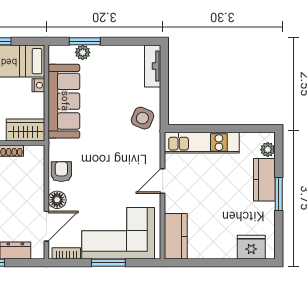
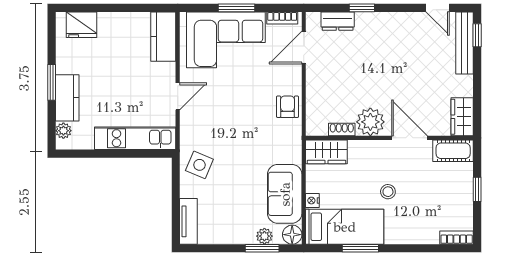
sofa: (64, 101) -> (285, 194), width x0.73
armchair: (61, 172) -> (288, 107), turned 180
floor lamp: (57, 200) -> (292, 235), moved

